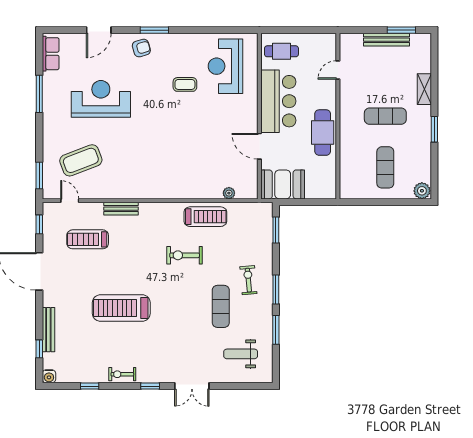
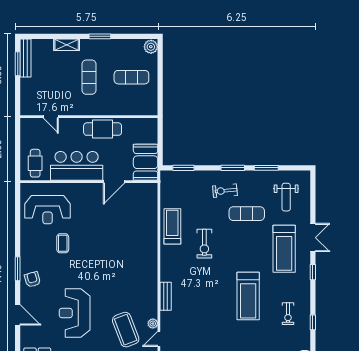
bench: (387, 40) -> (25, 58), moved
plant: (229, 193) -> (153, 324), moved
treadmill: (88, 239) -> (284, 249), moved, width x1.37, depth x1.38
exercise bike: (122, 374) -> (288, 314), moved

